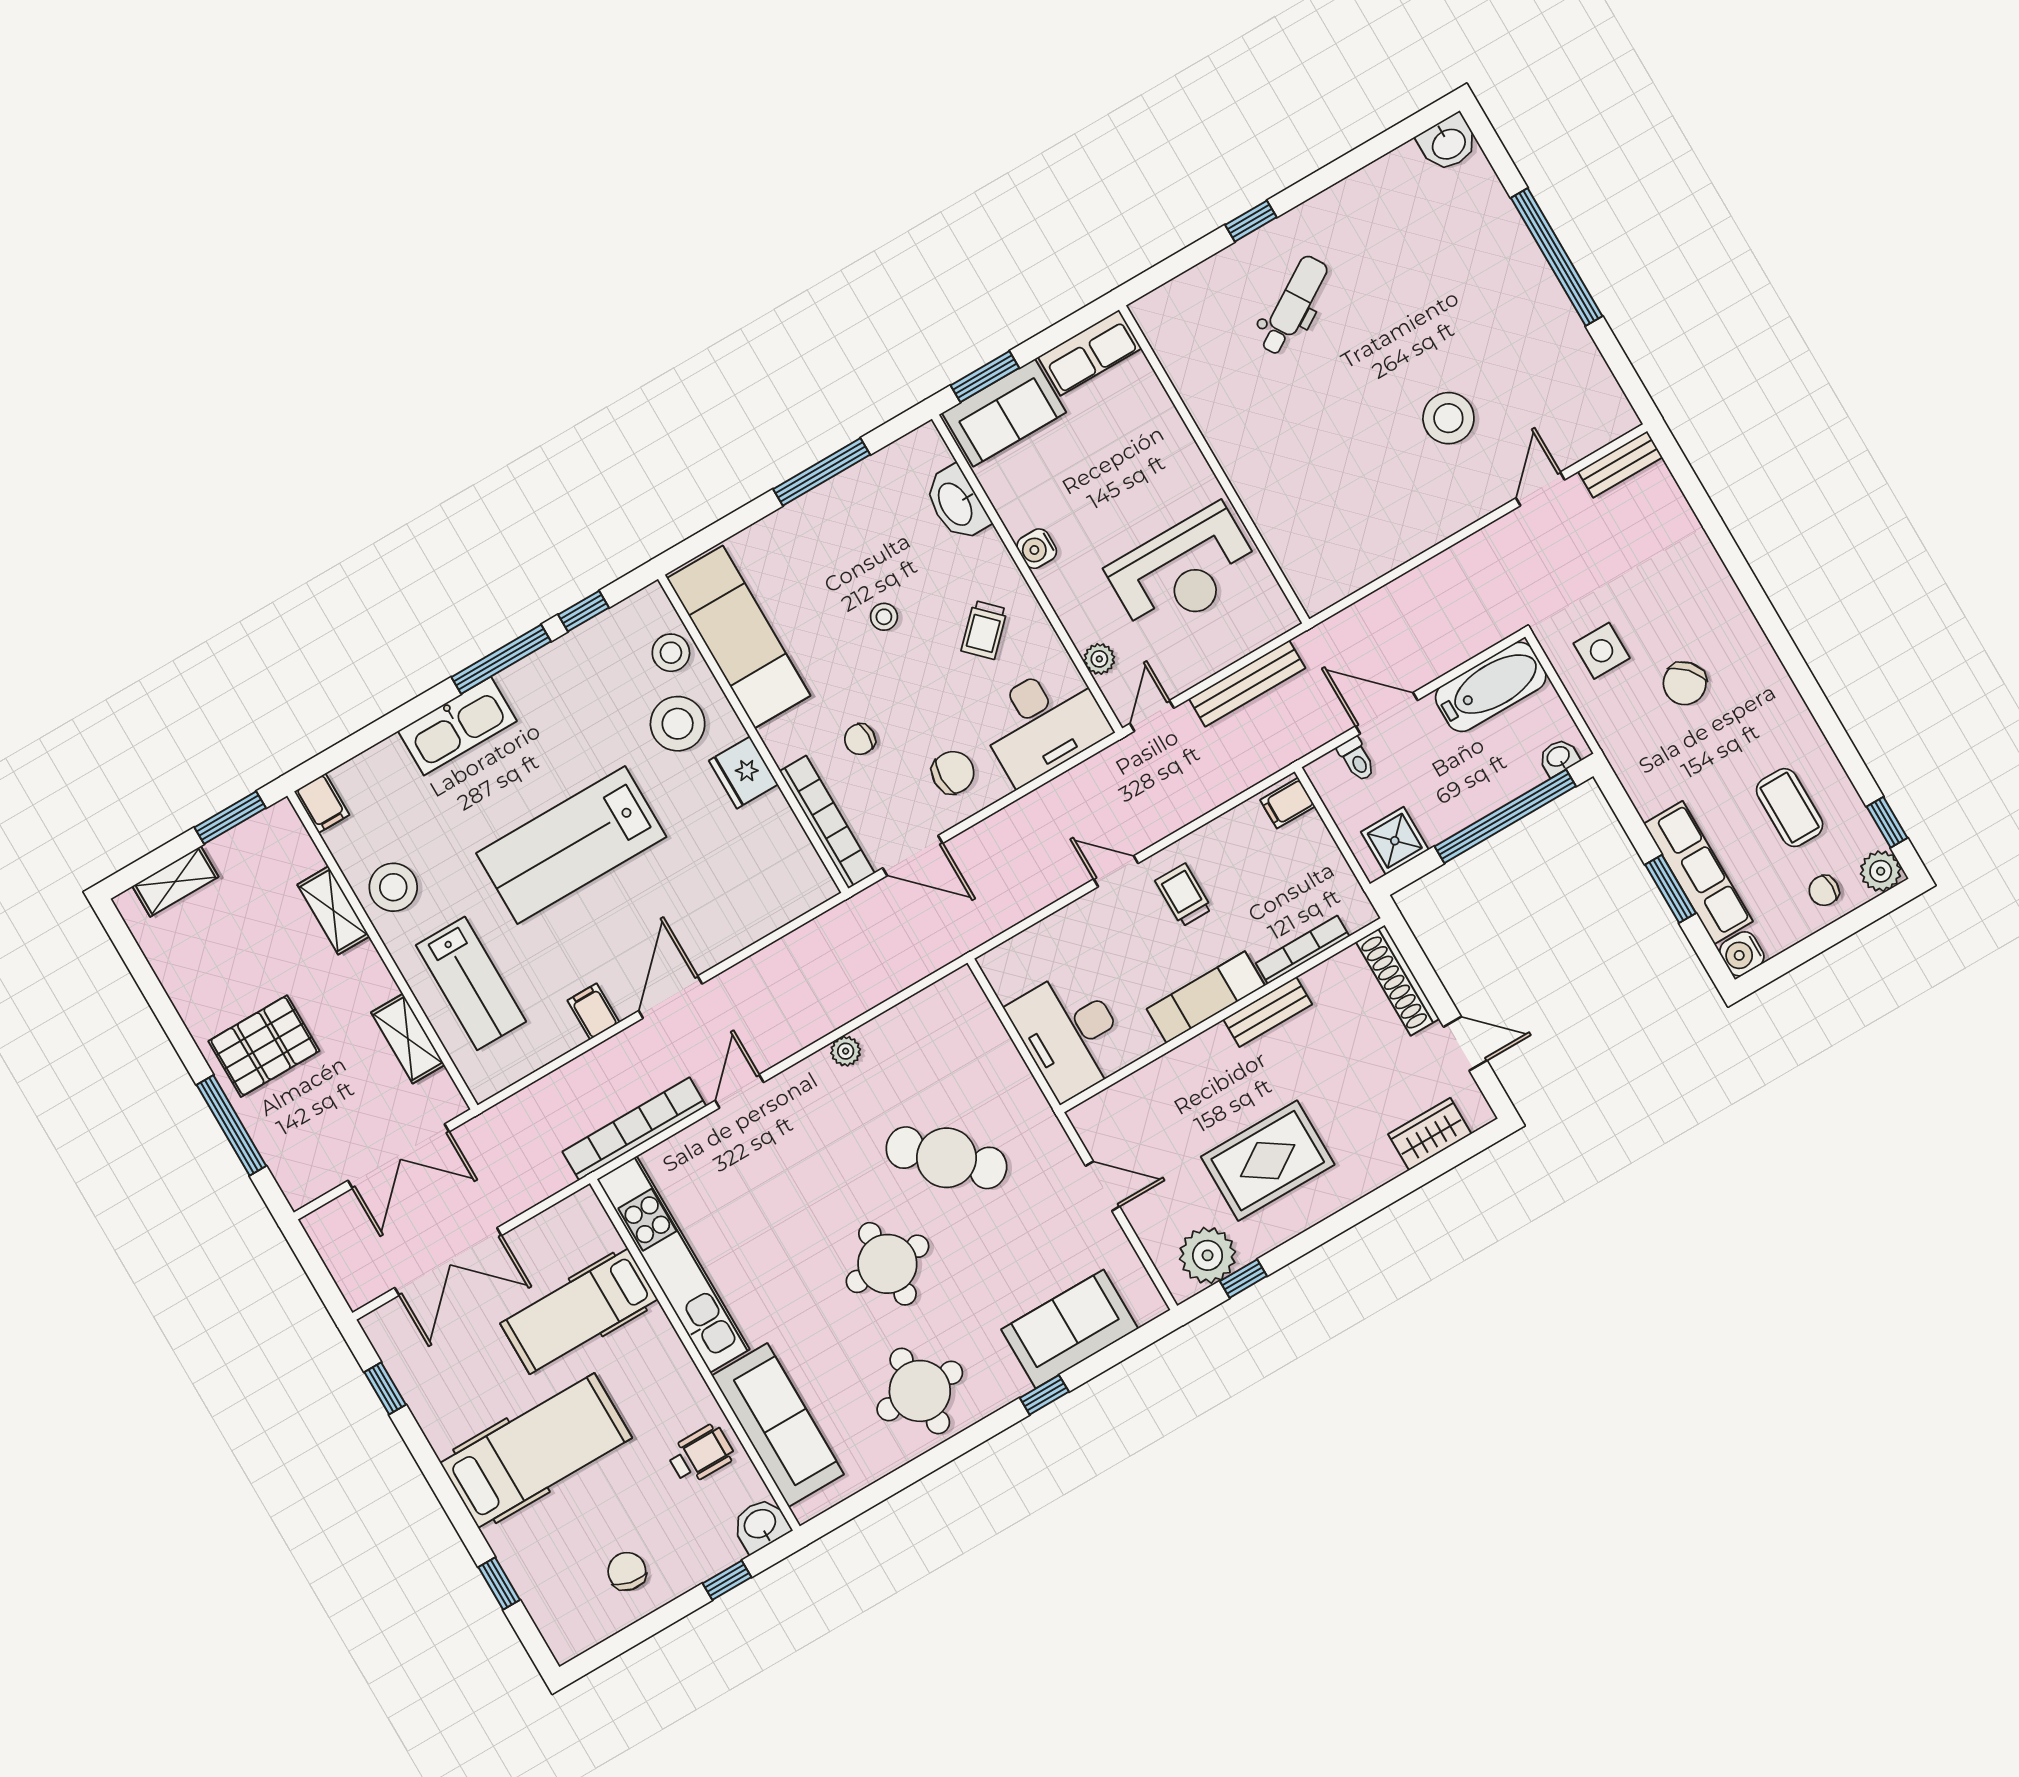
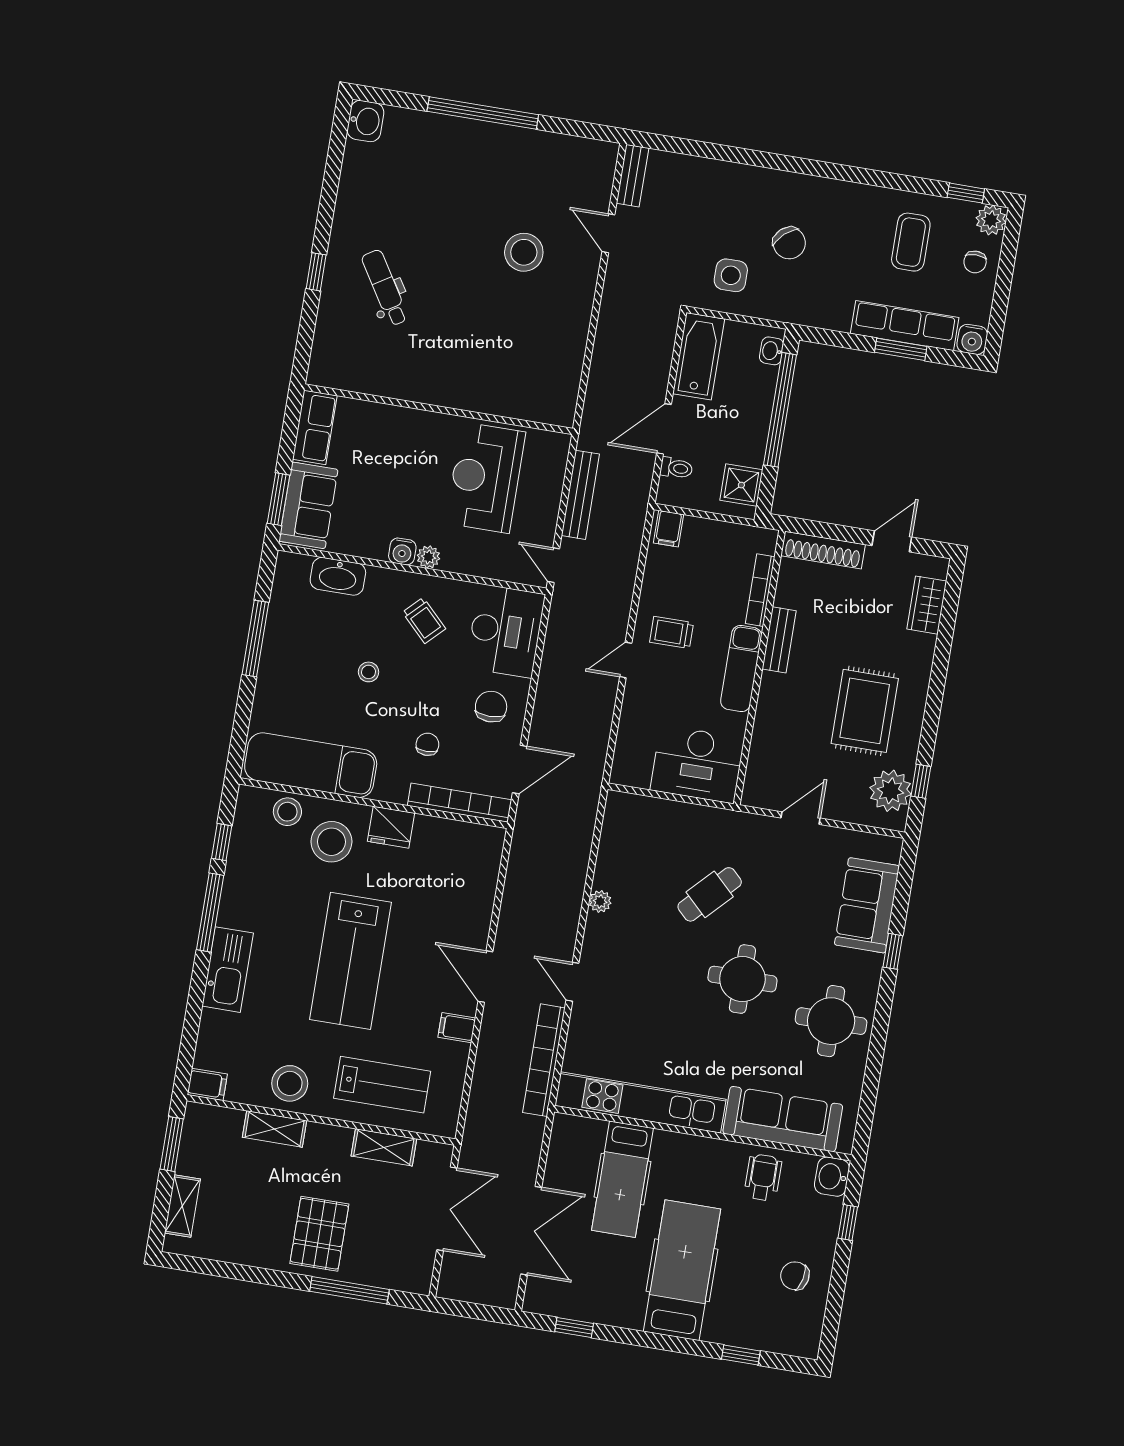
reception desk: (1184, 571) -> (485, 478), turned 180
plant: (1099, 659) -> (428, 557), moved
chair: (860, 739) -> (427, 744), turned 180
coffee table: (1790, 808) -> (911, 242), turned 90
cafe table: (946, 1158) -> (710, 894), width x0.73, depth x0.74

